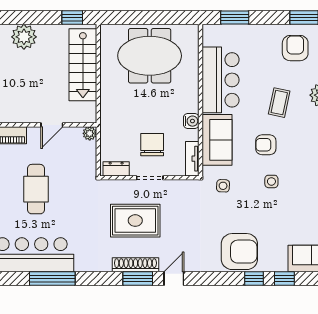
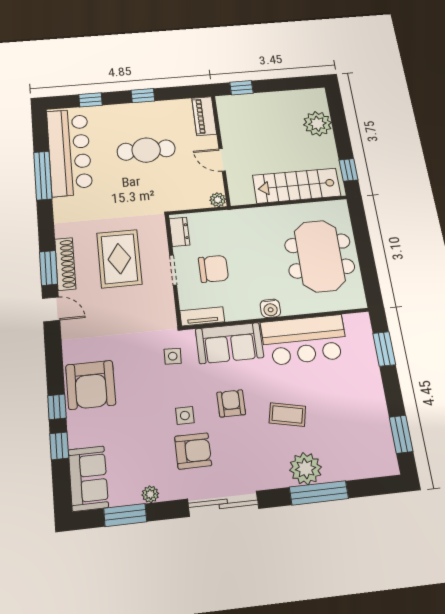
armchair: (295, 48) -> (193, 451), moved
water cooler: (191, 121) -> (270, 308), moved

